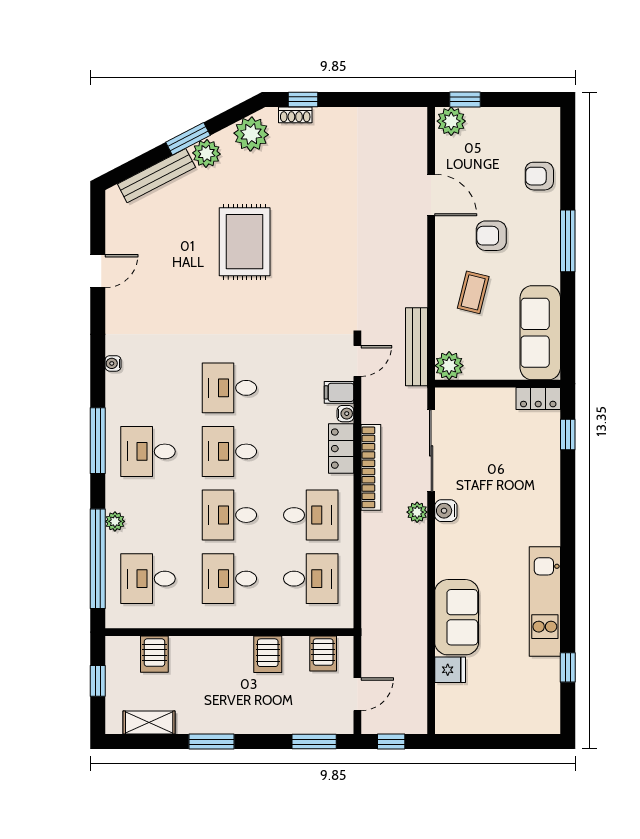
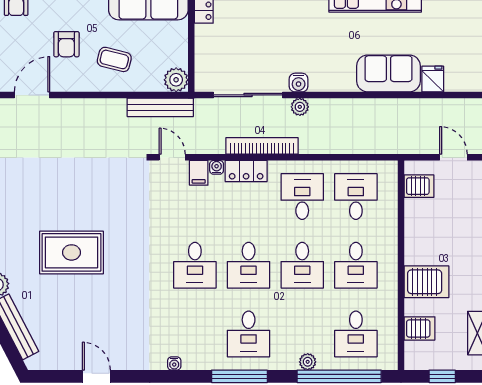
server rack: (268, 654) -> (426, 282), moved, width x1.36, depth x1.44

